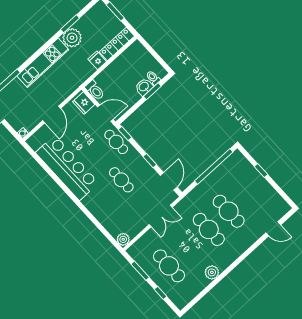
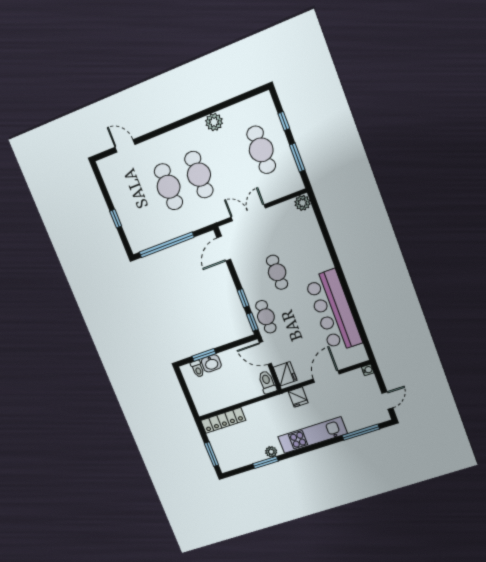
plant: (72, 38) -> (271, 452), width x0.53, depth x0.53
fridge: (97, 60) -> (298, 397), moved
window: (150, 161) -> (243, 298), moved

